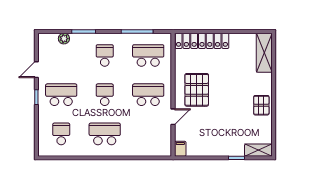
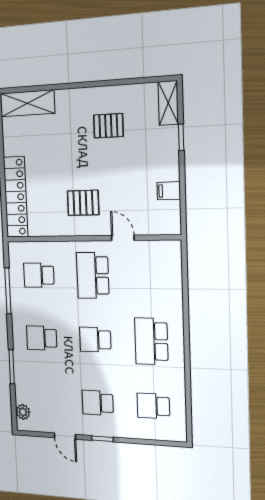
plant: (64, 39) -> (23, 412), moved
school desk: (148, 55) -> (39, 275), width x0.54
pallet: (197, 90) -> (83, 203), width x0.67, depth x0.71
school desk: (61, 95) -> (98, 403), width x0.54
pallet: (261, 105) -> (108, 126), moved
filing cabinet: (180, 149) -> (169, 191), moved

